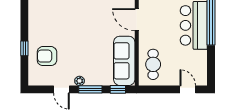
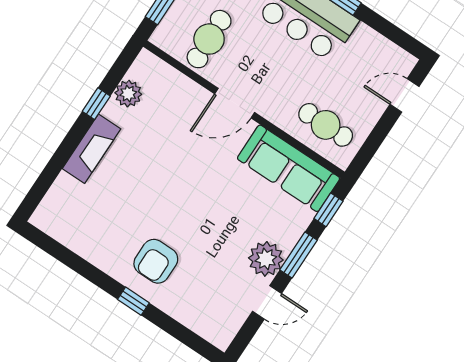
window: (24, 48) -> (133, 301), moved
armchair: (47, 56) -> (156, 261), moved
plant: (80, 81) -> (266, 259), width x1.87, depth x1.87

